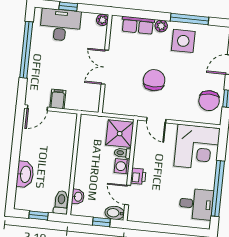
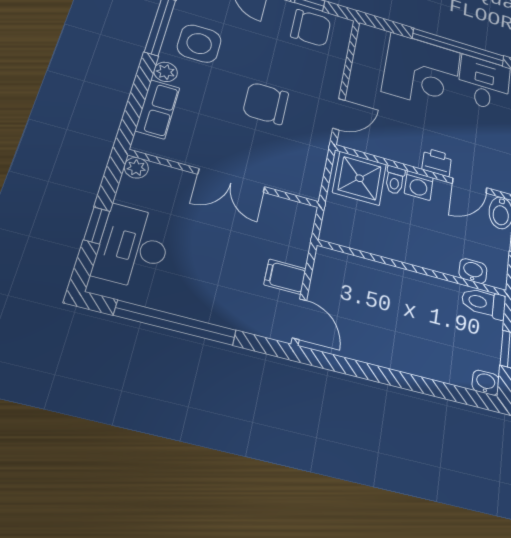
corner desk: (197, 147) -> (421, 72), moved, turned 90
washbasin: (25, 174) -> (486, 383), moved, width x0.52, depth x0.69

